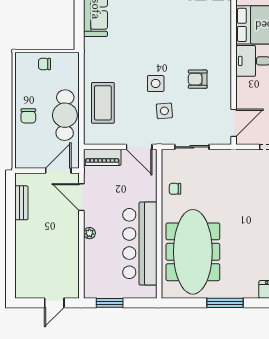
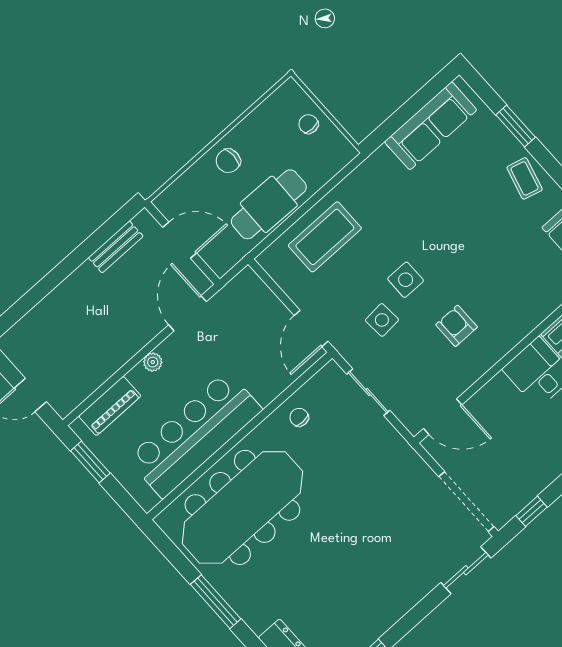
piano: (102, 157) -> (110, 406), moved, turned -90
door: (58, 171) -> (180, 240), moved

